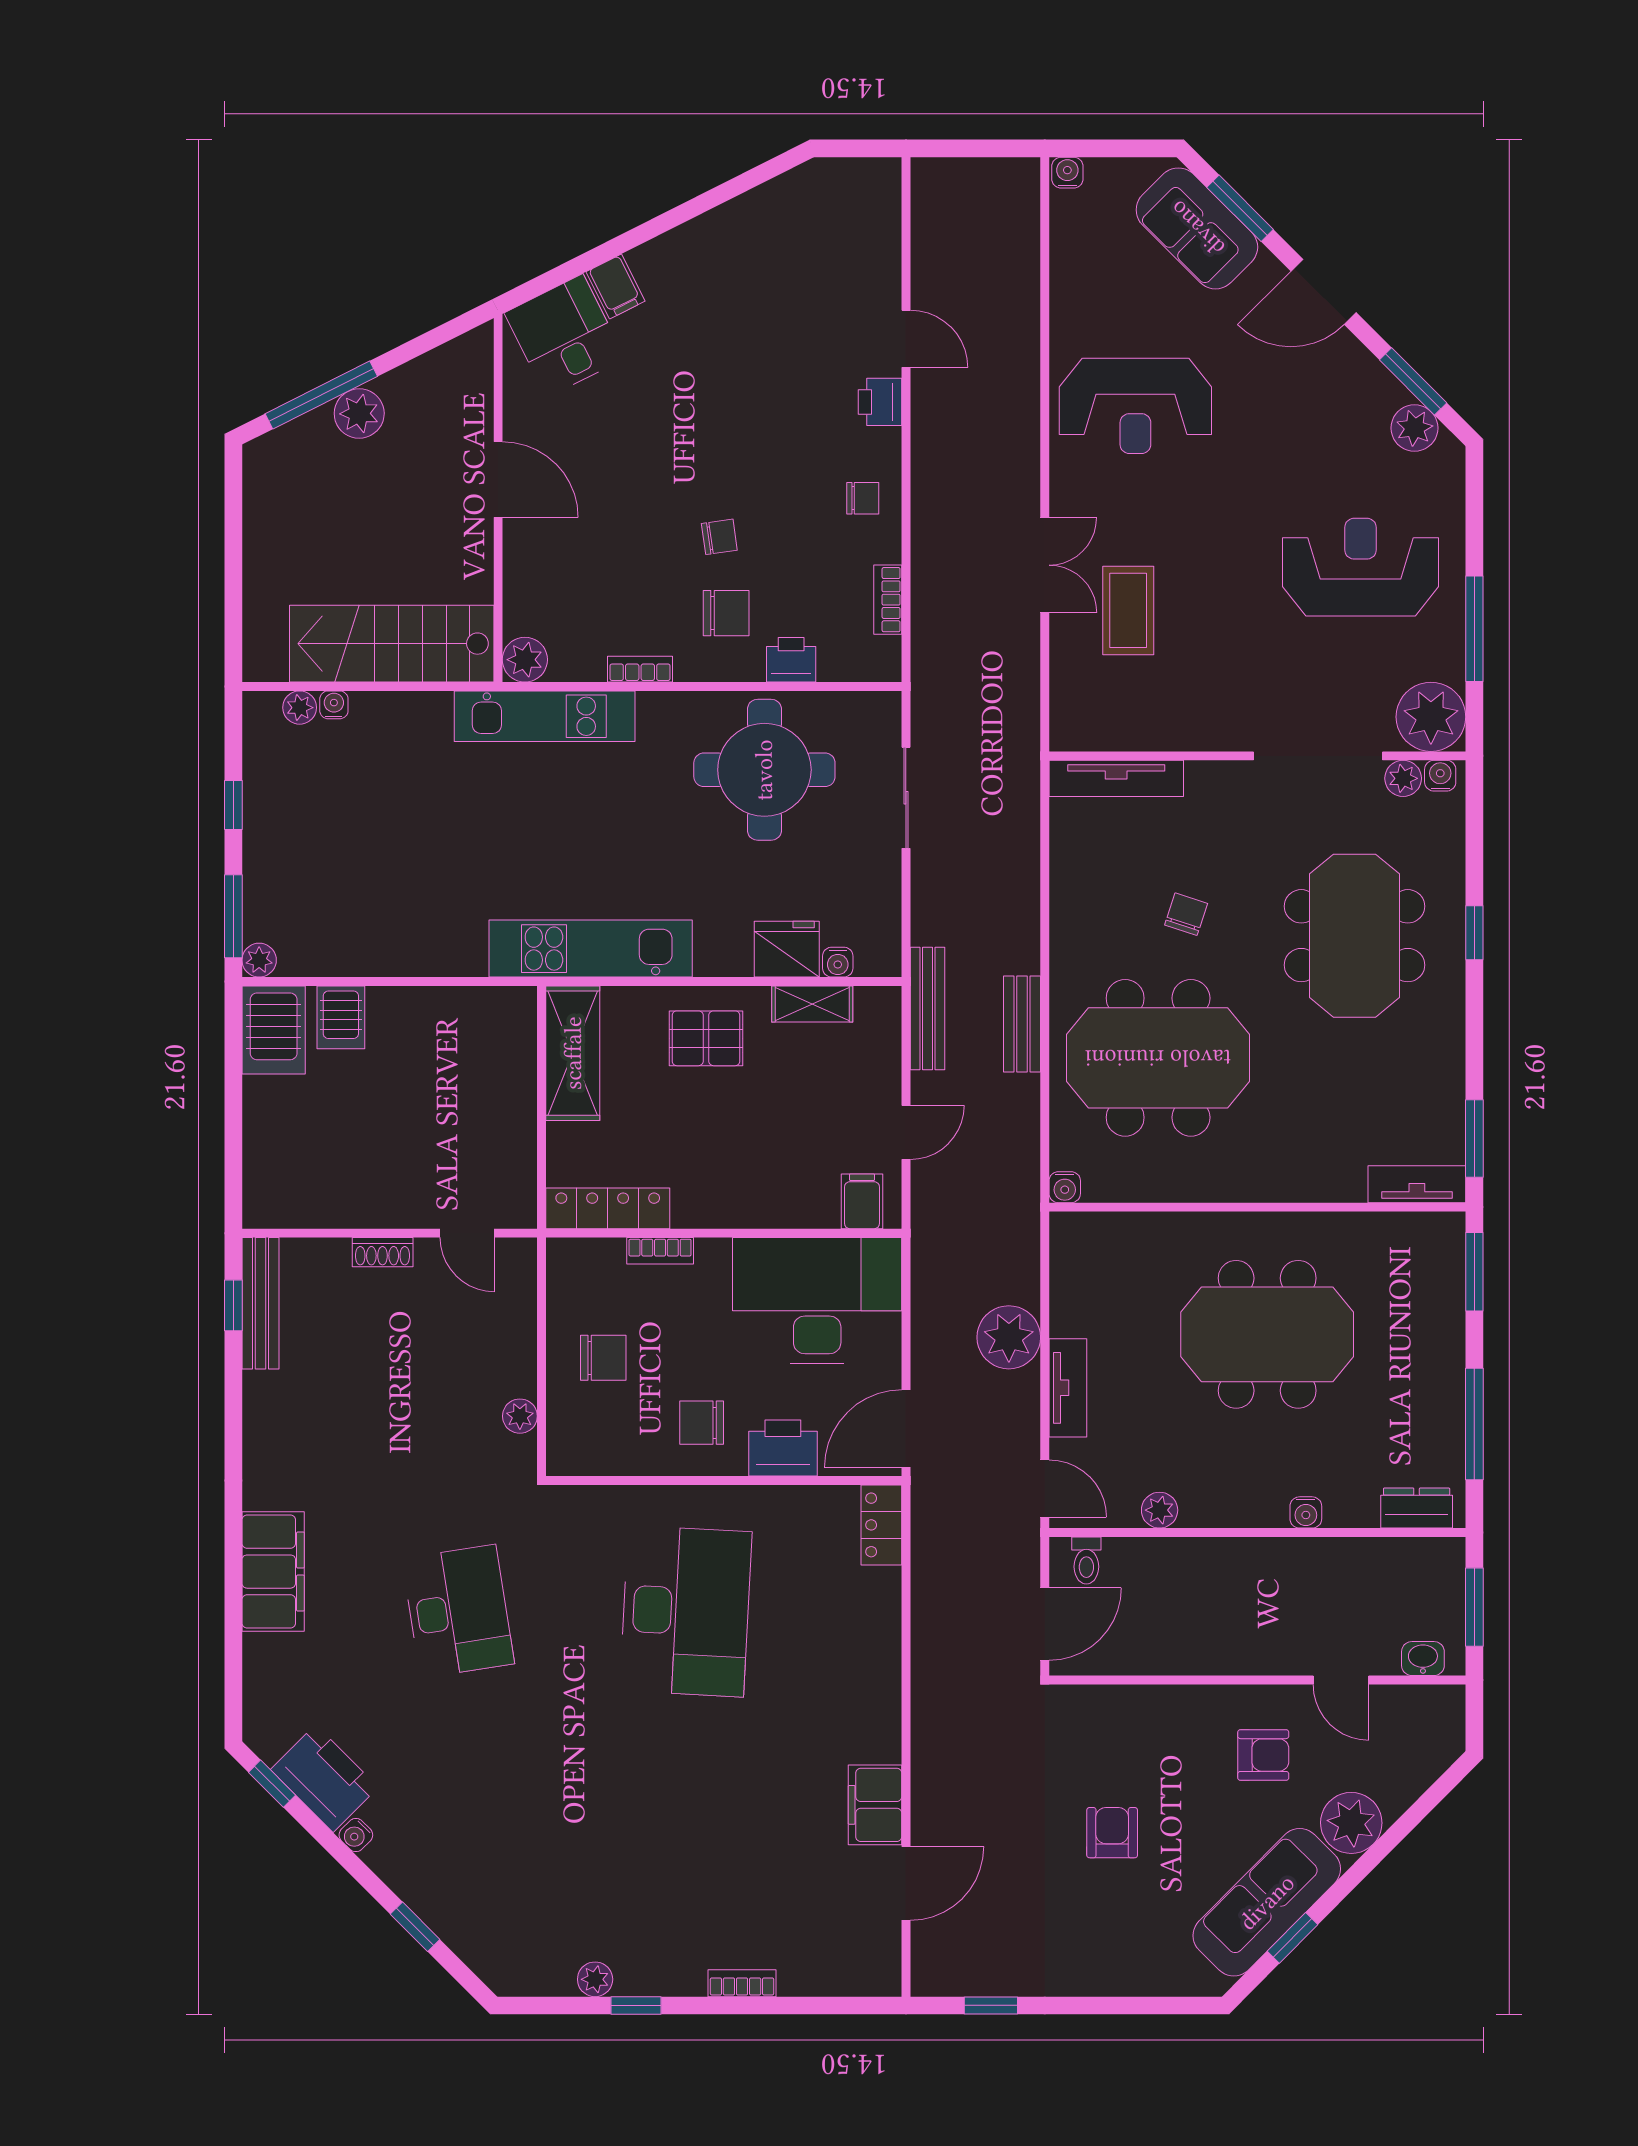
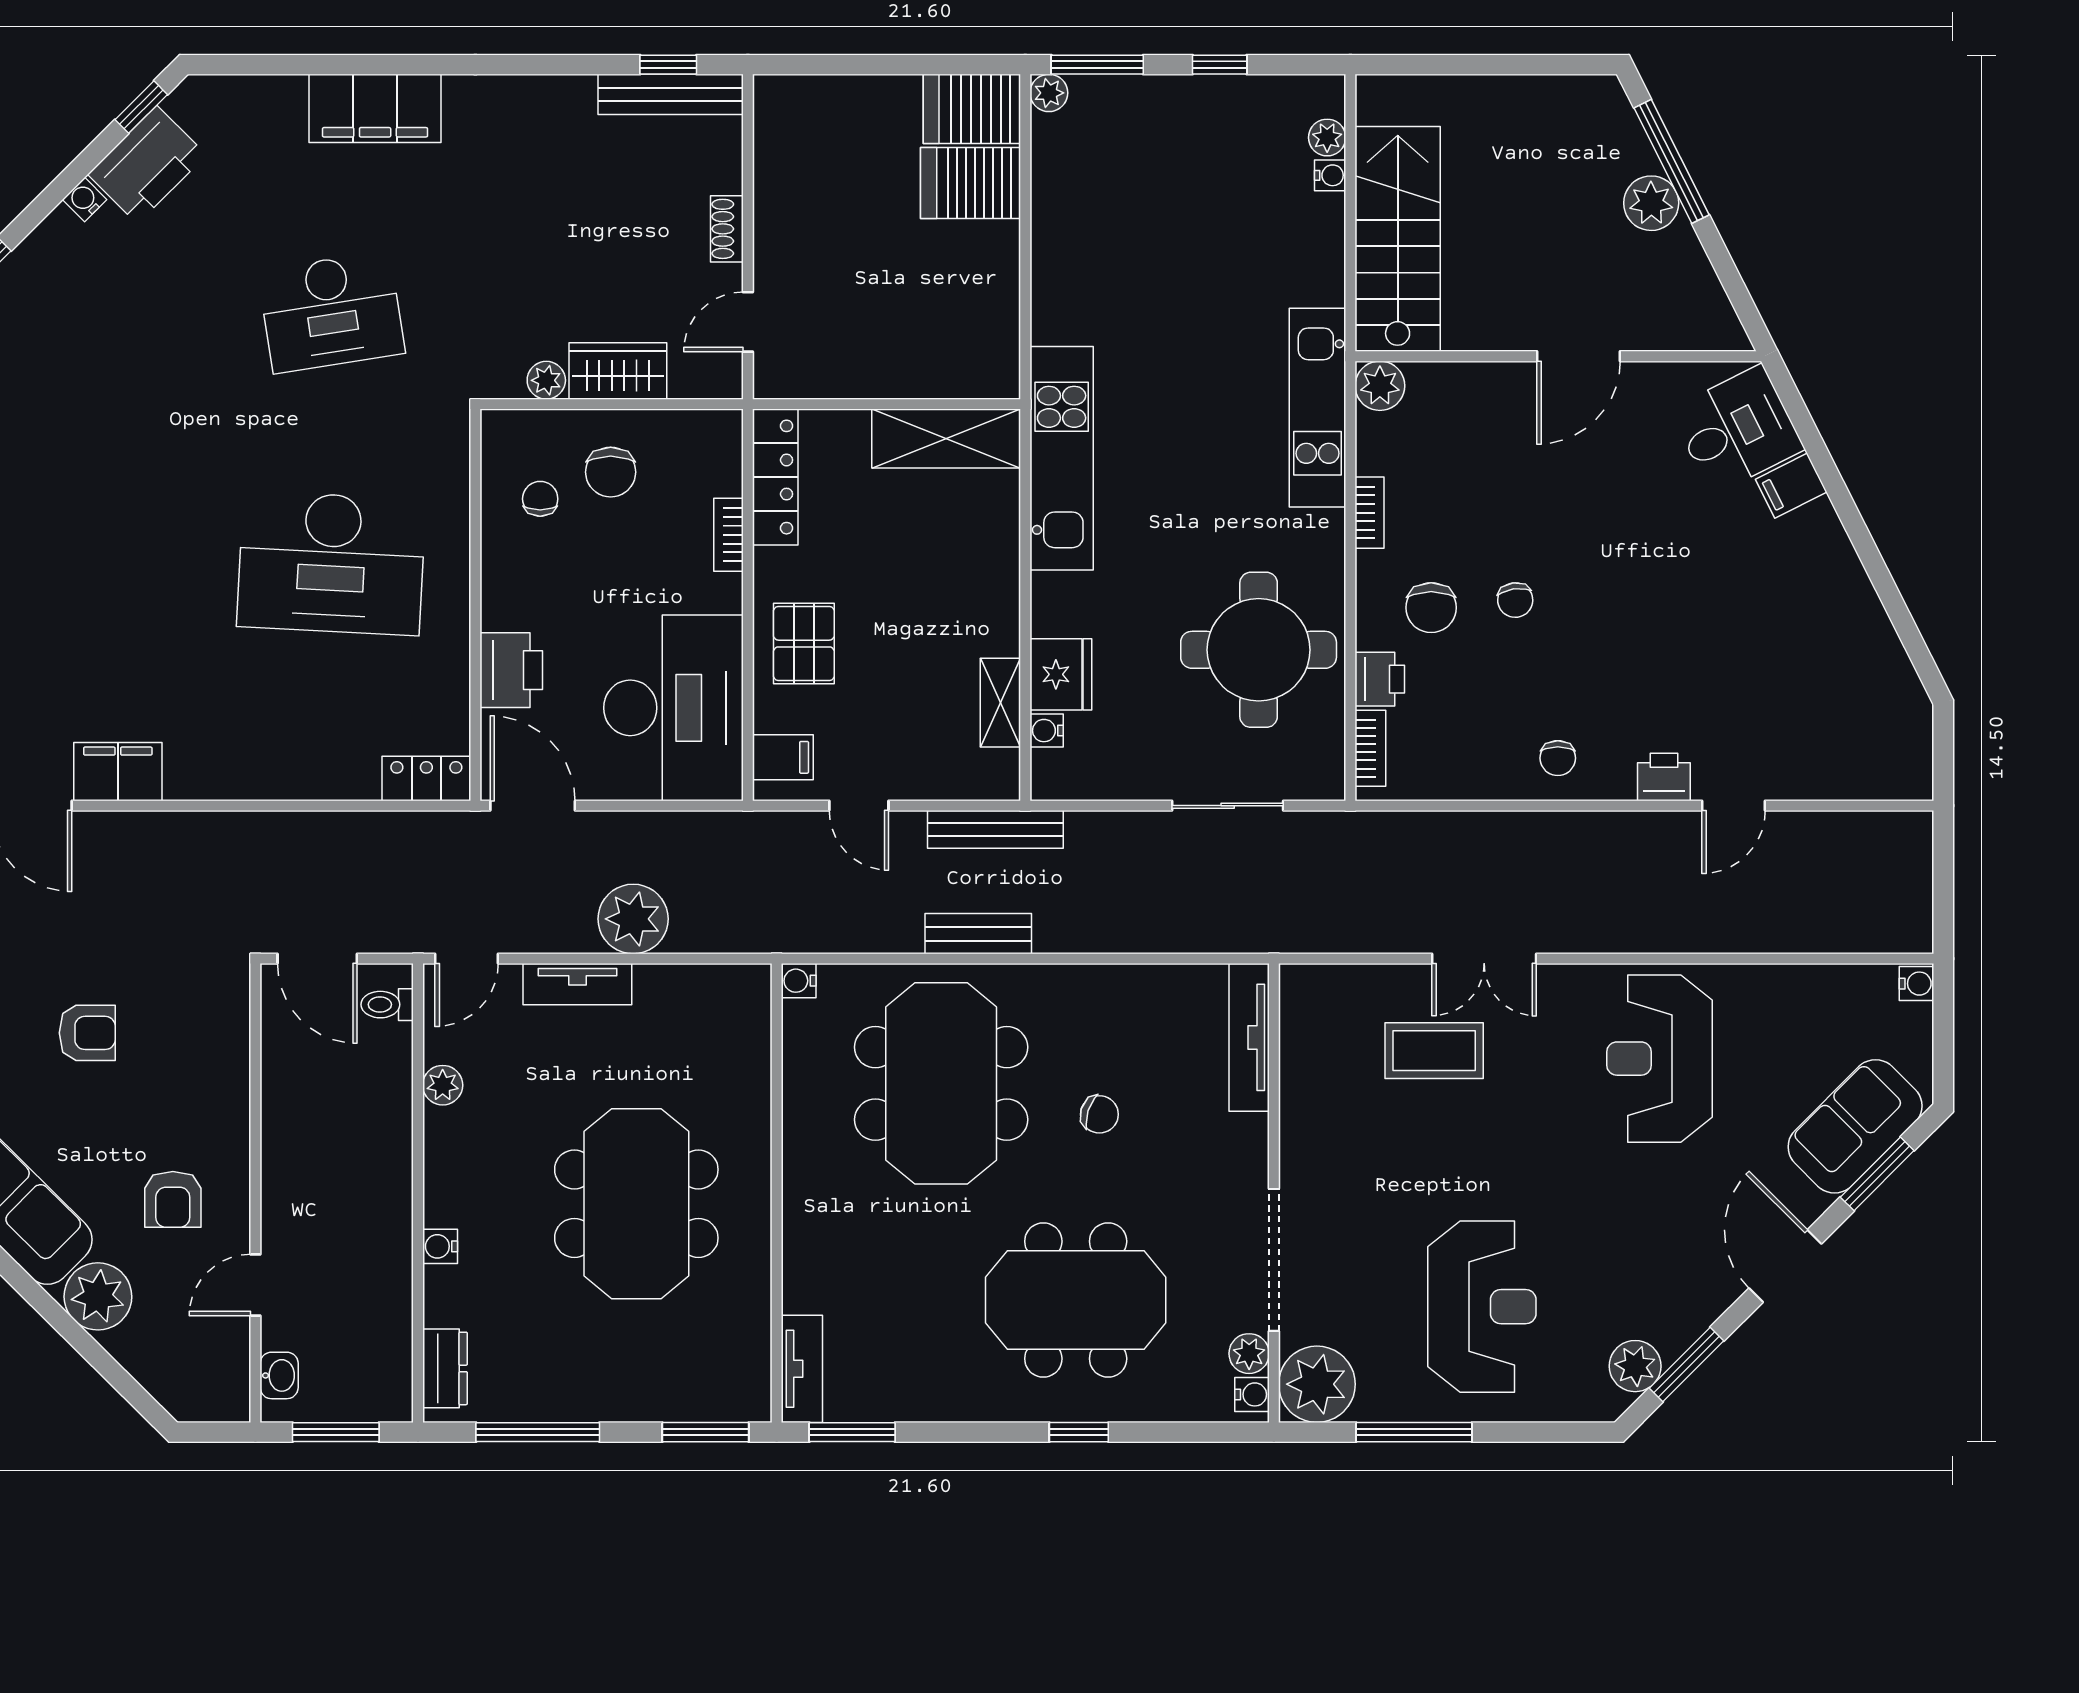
bookcase: (888, 600) -> (1370, 748), moved, turned 90
server rack: (341, 1017) -> (971, 183), width x1.36, depth x1.44
pallet: (706, 1038) -> (804, 644), moved
wardrobe: (511, 1351) -> (618, 371), added
chair: (702, 1423) -> (540, 499), moved, width x0.73, depth x0.73

